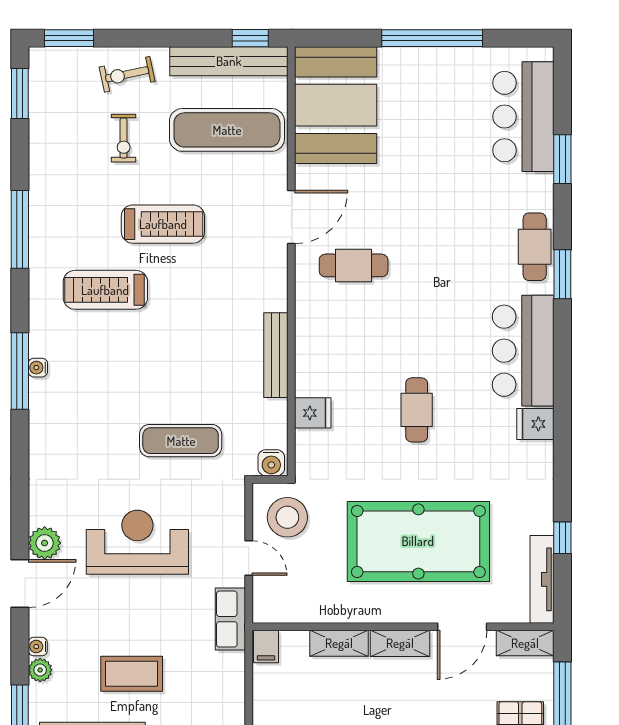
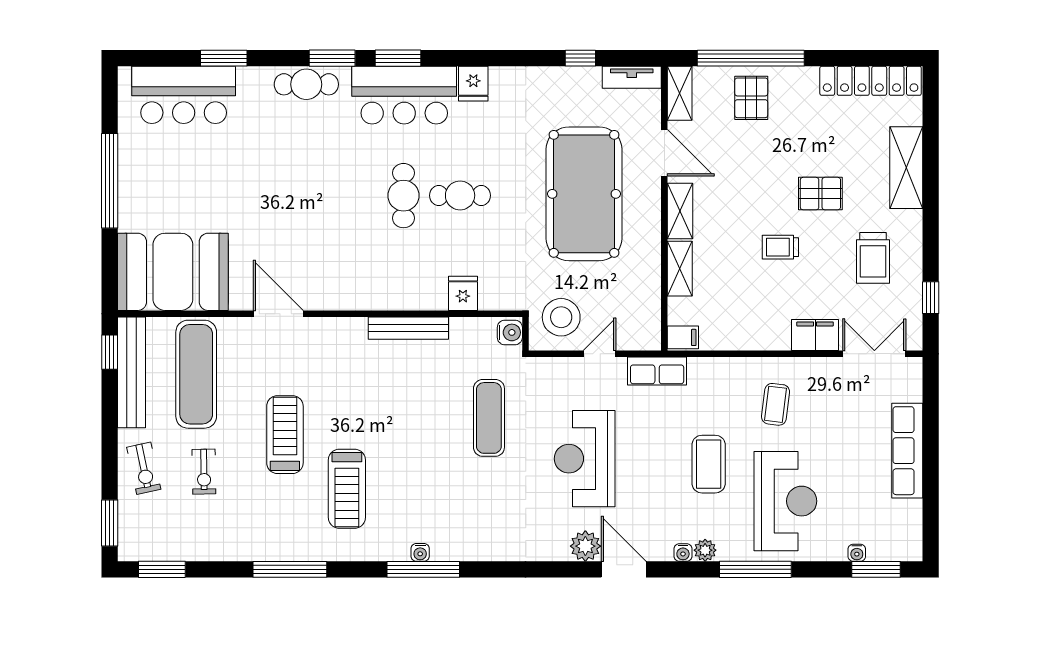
exercise bike: (124, 138) -> (204, 472), turned 89
cafe table: (354, 265) -> (403, 196), moved
window: (562, 344) -> (398, 58), added
tv unit: (542, 579) -> (632, 77), width x0.71

